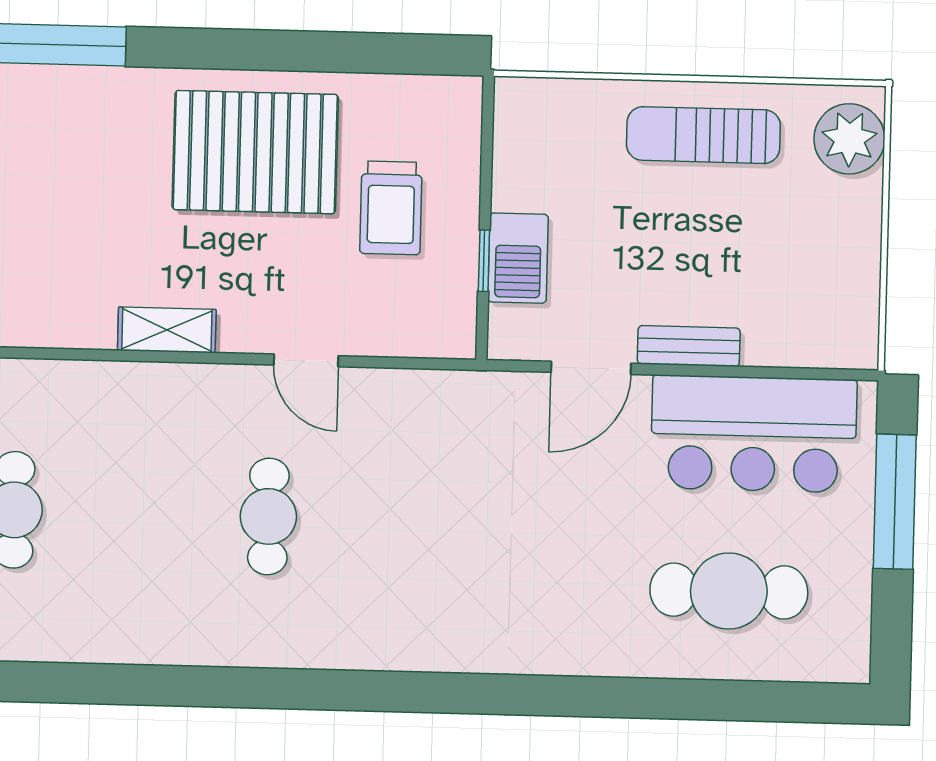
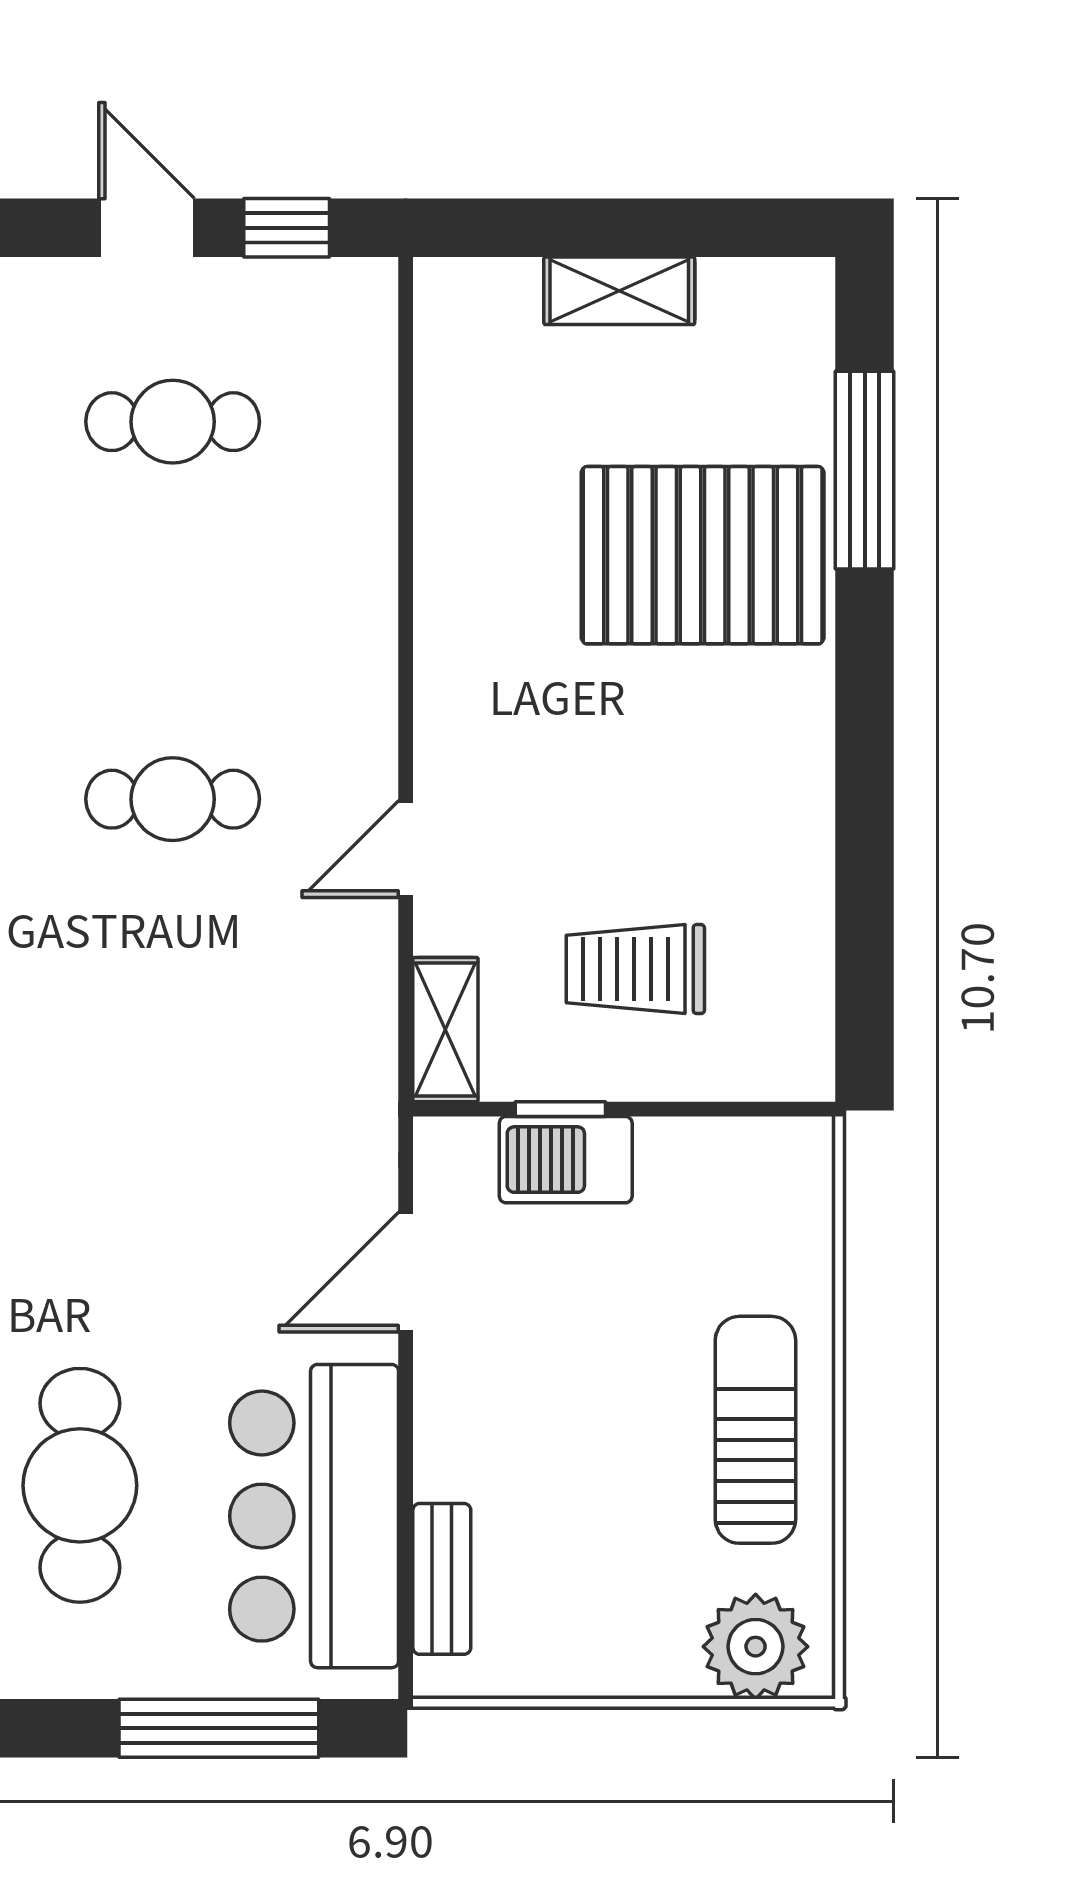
pallet: (255, 152) -> (703, 555), moved, turned 90
shelving: (167, 330) -> (445, 1030), moved
bench: (689, 346) -> (442, 1579), moved
door: (591, 368) -> (406, 1272), hinge flipped

